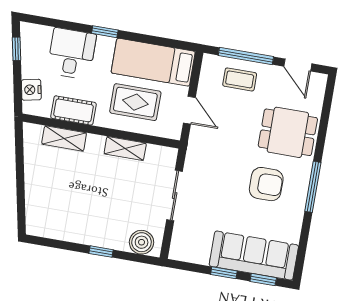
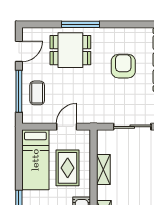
dining table: (288, 132) -> (70, 50), turned 90
armchair: (266, 184) -> (123, 66), moved
window: (313, 187) -> (81, 24), moved

